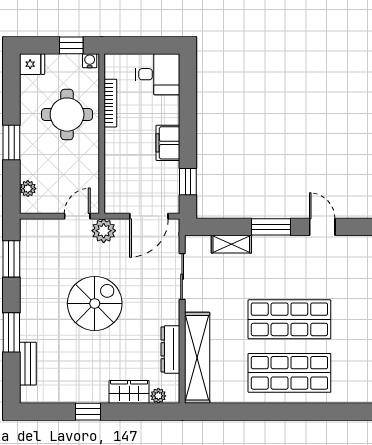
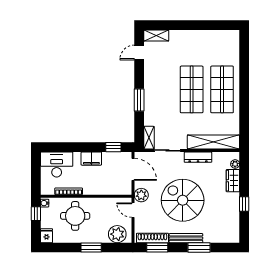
desk: (158, 74) -> (57, 164), width x1.37
plant: (28, 189) -> (117, 234), width x1.88, depth x1.88
door: (322, 227) -> (139, 52), moved
shelving: (231, 244) -> (149, 138), moved
shoe rack: (28, 250) -> (152, 238), added
spiral stairs: (95, 303) -> (183, 200), width x1.37, depth x1.37
dresser: (170, 349) -> (198, 157), moved
bench: (28, 364) -> (186, 238), moved, width x1.36

